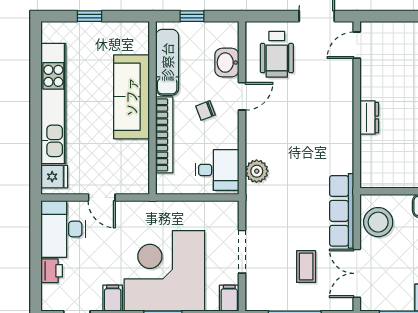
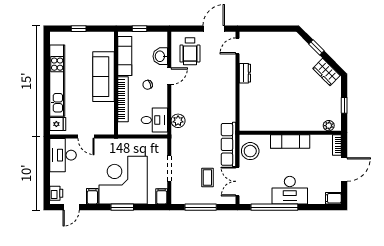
dresser: (369, 118) -> (245, 73), moved
printer: (52, 271) -> (56, 193), moved

